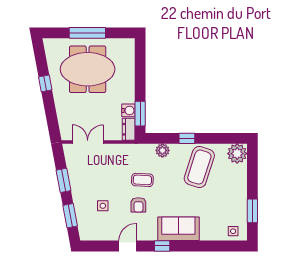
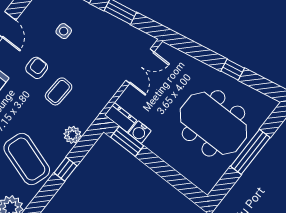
meeting table: (88, 69) -> (213, 123), turned 90
armchair: (138, 205) -> (37, 68), turned 90

